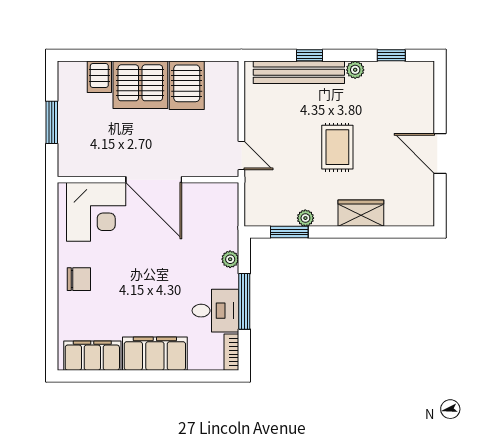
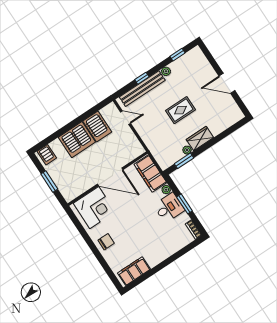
server rack: (99, 77) -> (47, 155), moved
rug: (337, 147) -> (180, 110), turned 90
door: (241, 155) -> (126, 118), moved
wardrobe: (361, 213) -> (200, 138), moved
window: (244, 301) -> (184, 204), width x0.69
desk: (215, 311) -> (169, 208), moved
filing cabinet: (155, 354) -> (150, 173), moved, turned -90

